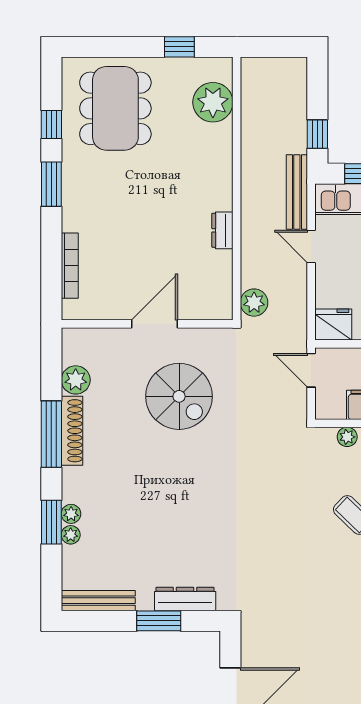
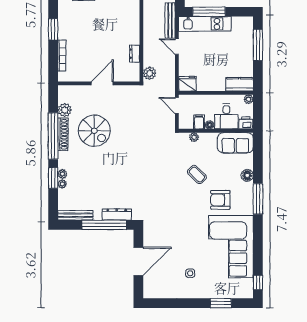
window: (51, 184) -> (53, 29), moved
dresser: (222, 230) -> (135, 54), moved
spiral stairs: (179, 396) -> (94, 131), moved
window: (51, 434) -> (53, 136), width x1.46
window: (159, 621) -> (104, 225), width x2.11

